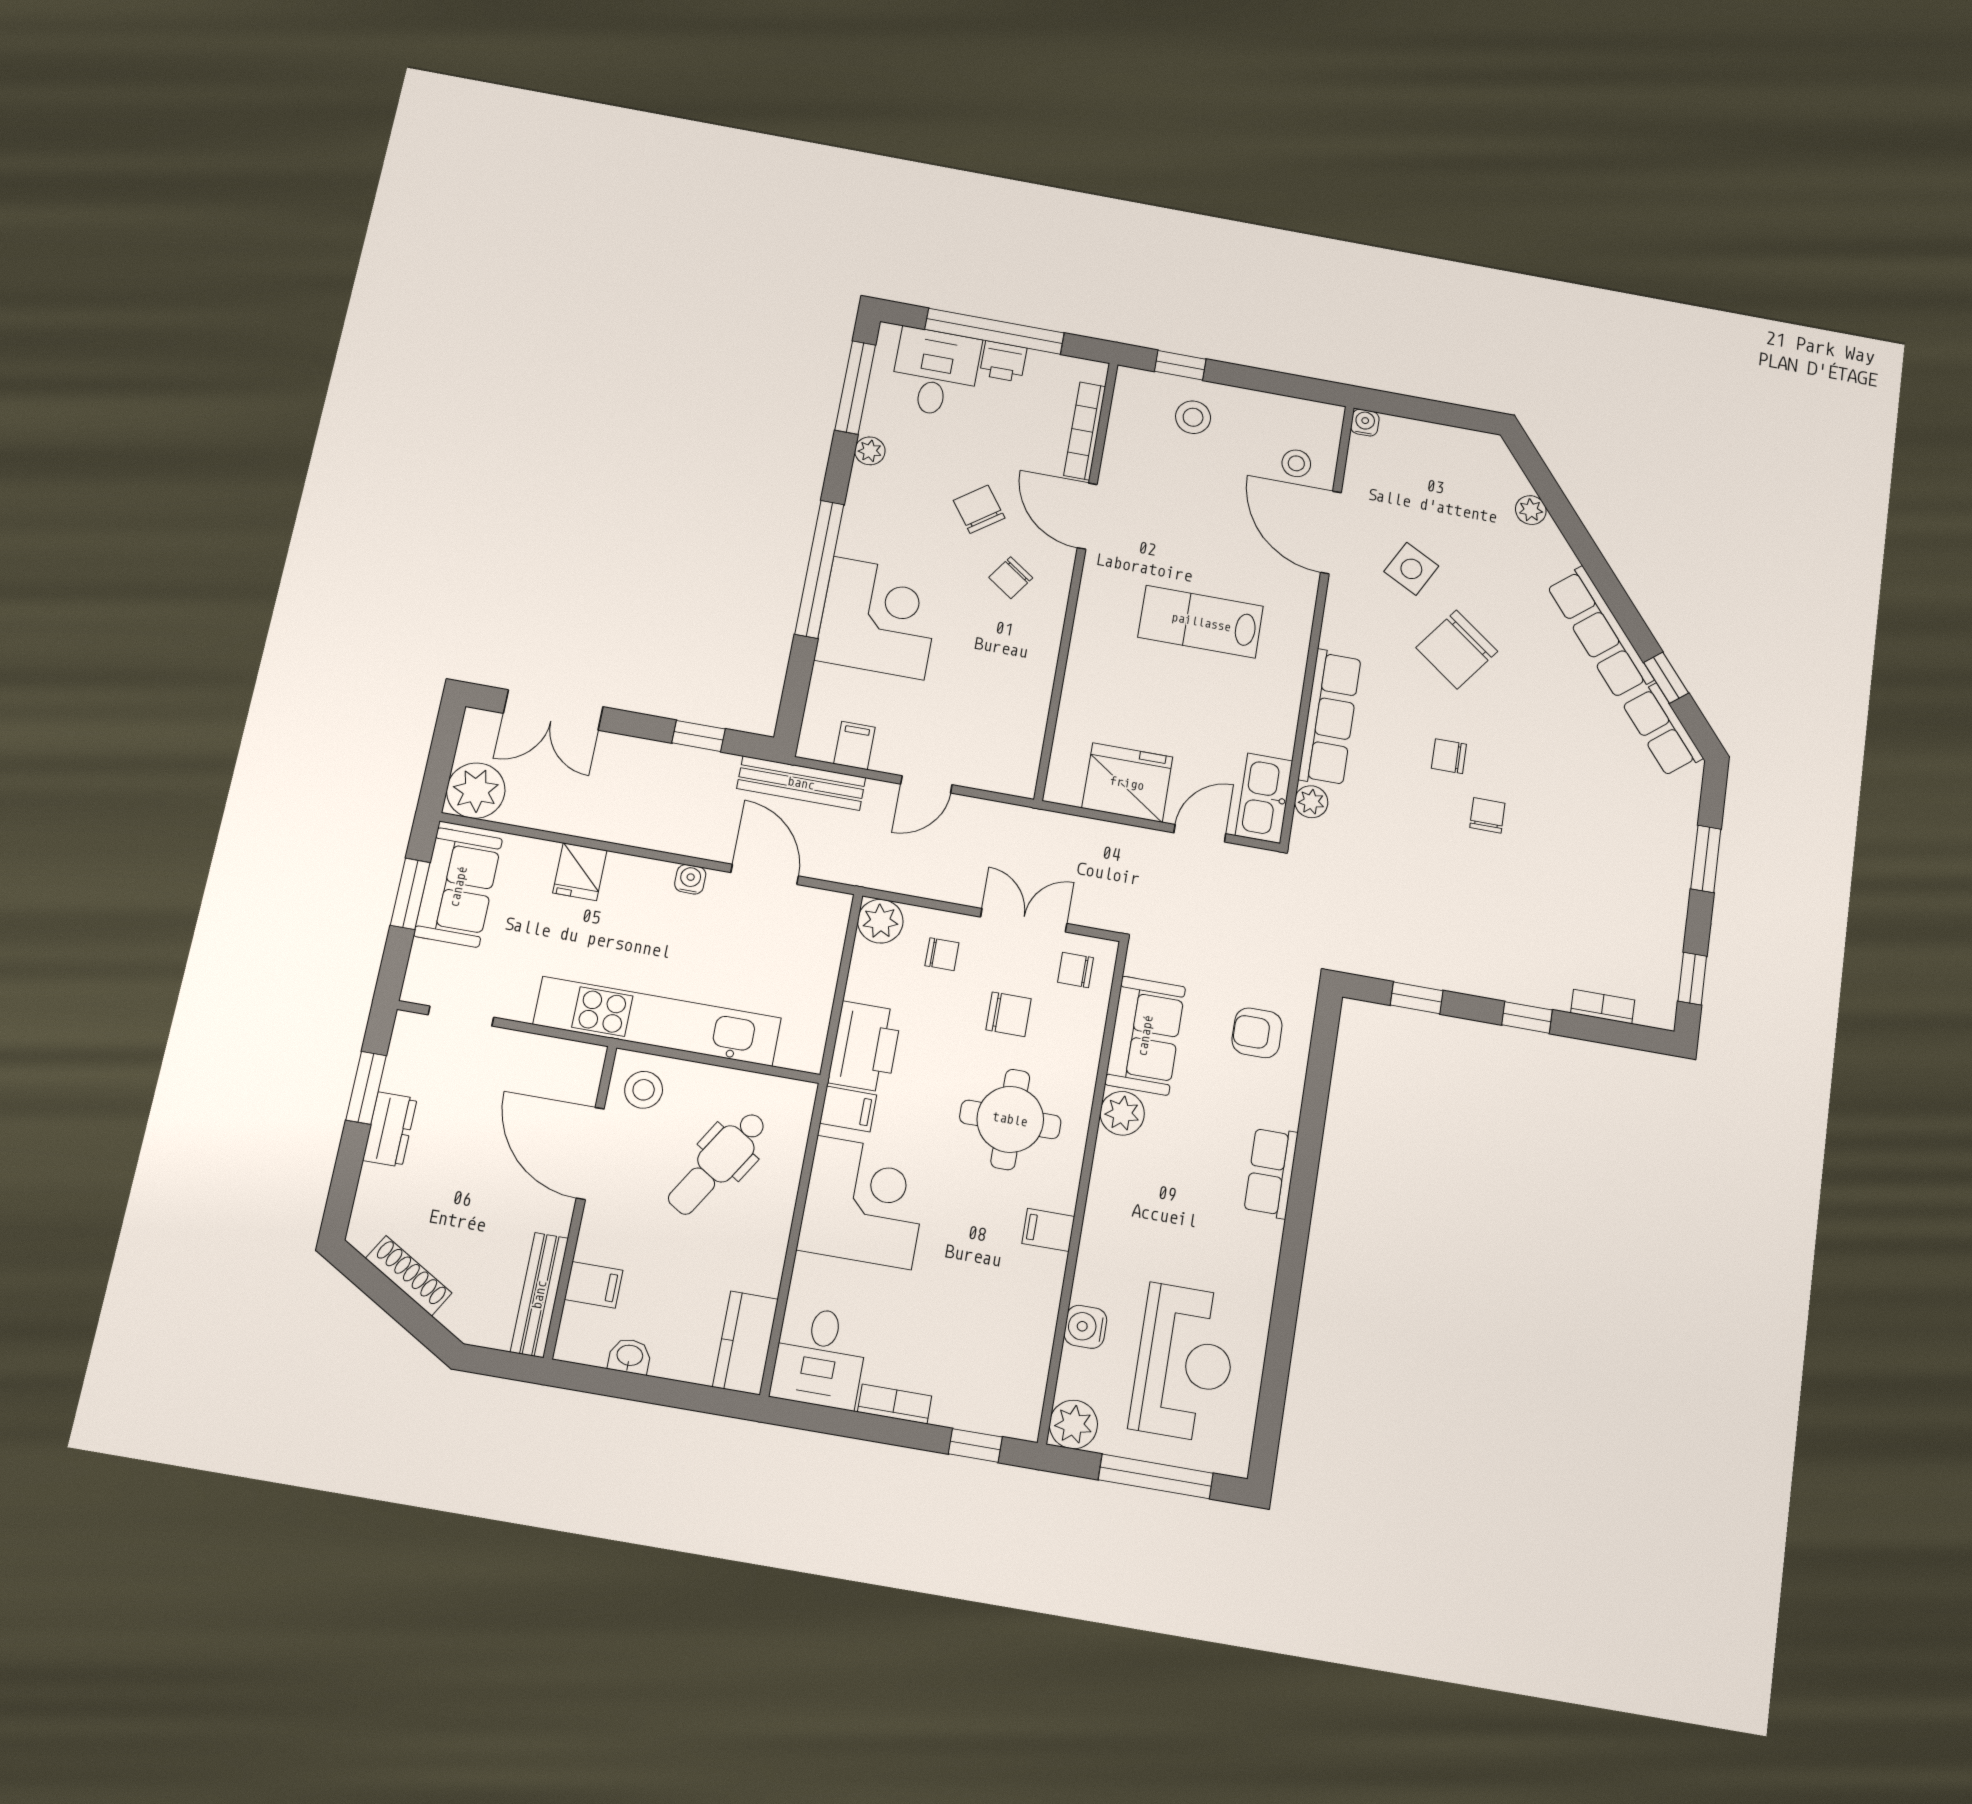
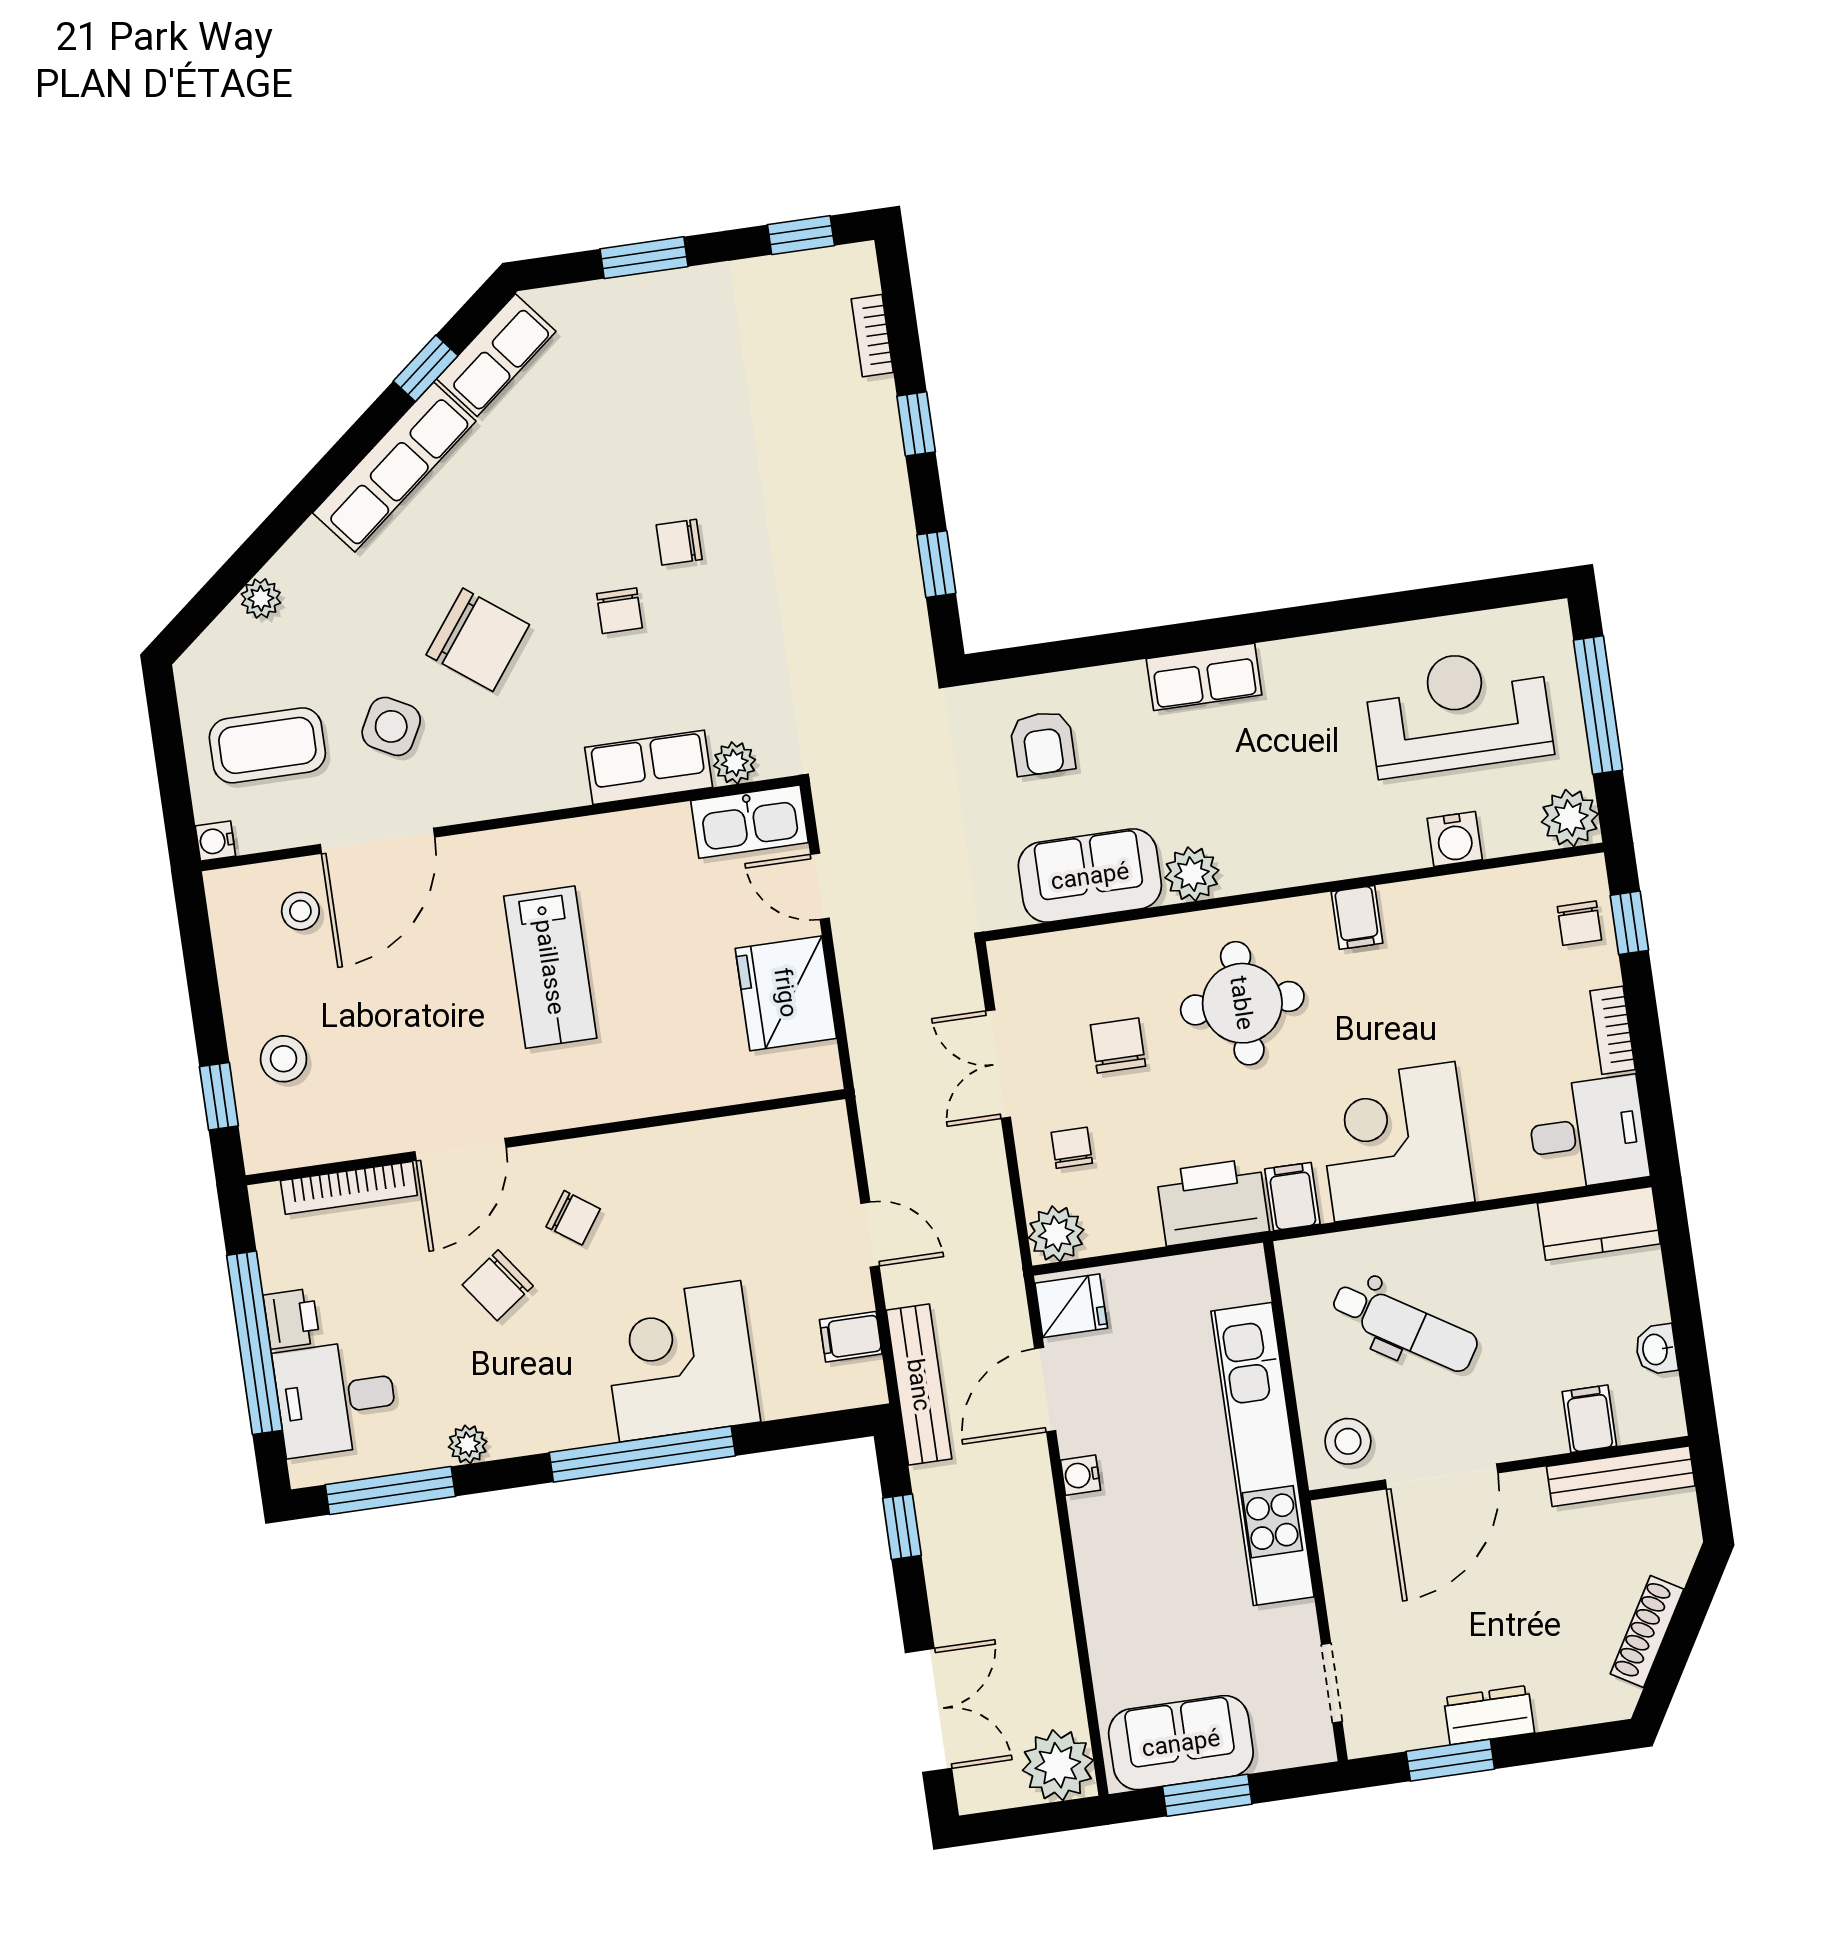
coffee table: (1423, 480) -> (267, 745), added
row of seats: (1330, 718) -> (649, 767), width x0.68
fridge: (580, 872) -> (1071, 1306), moved
chair: (1076, 970) -> (1580, 923), moved

